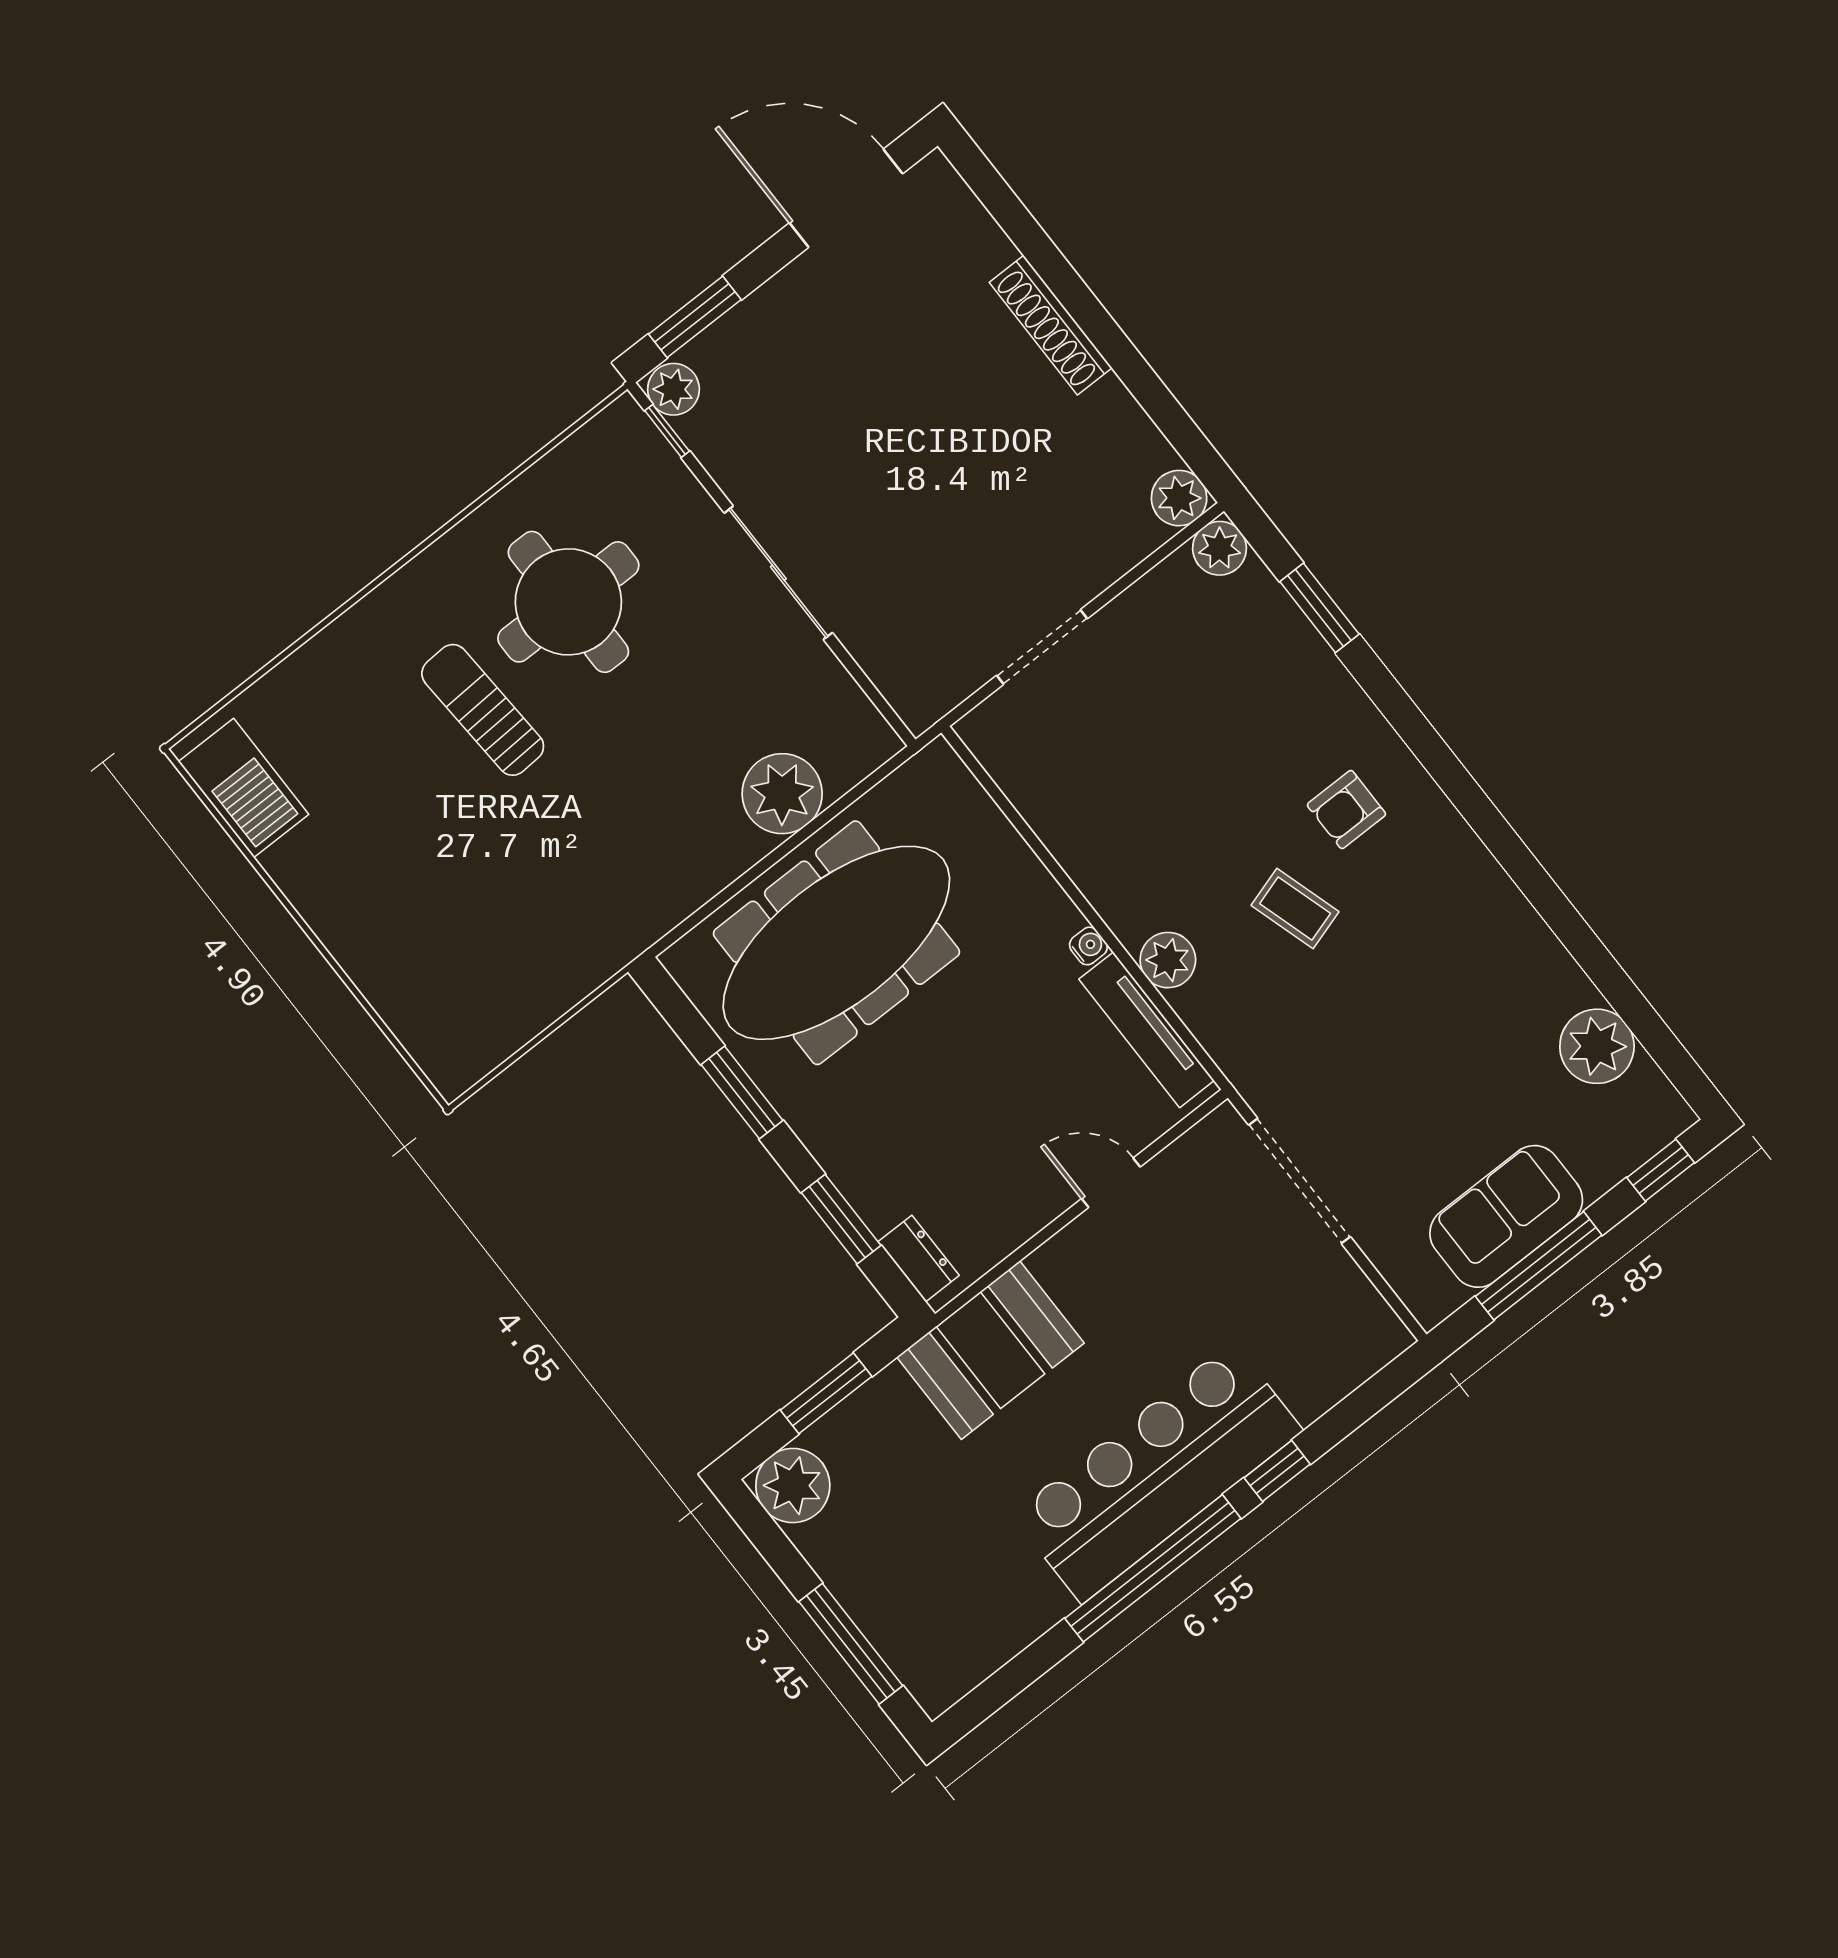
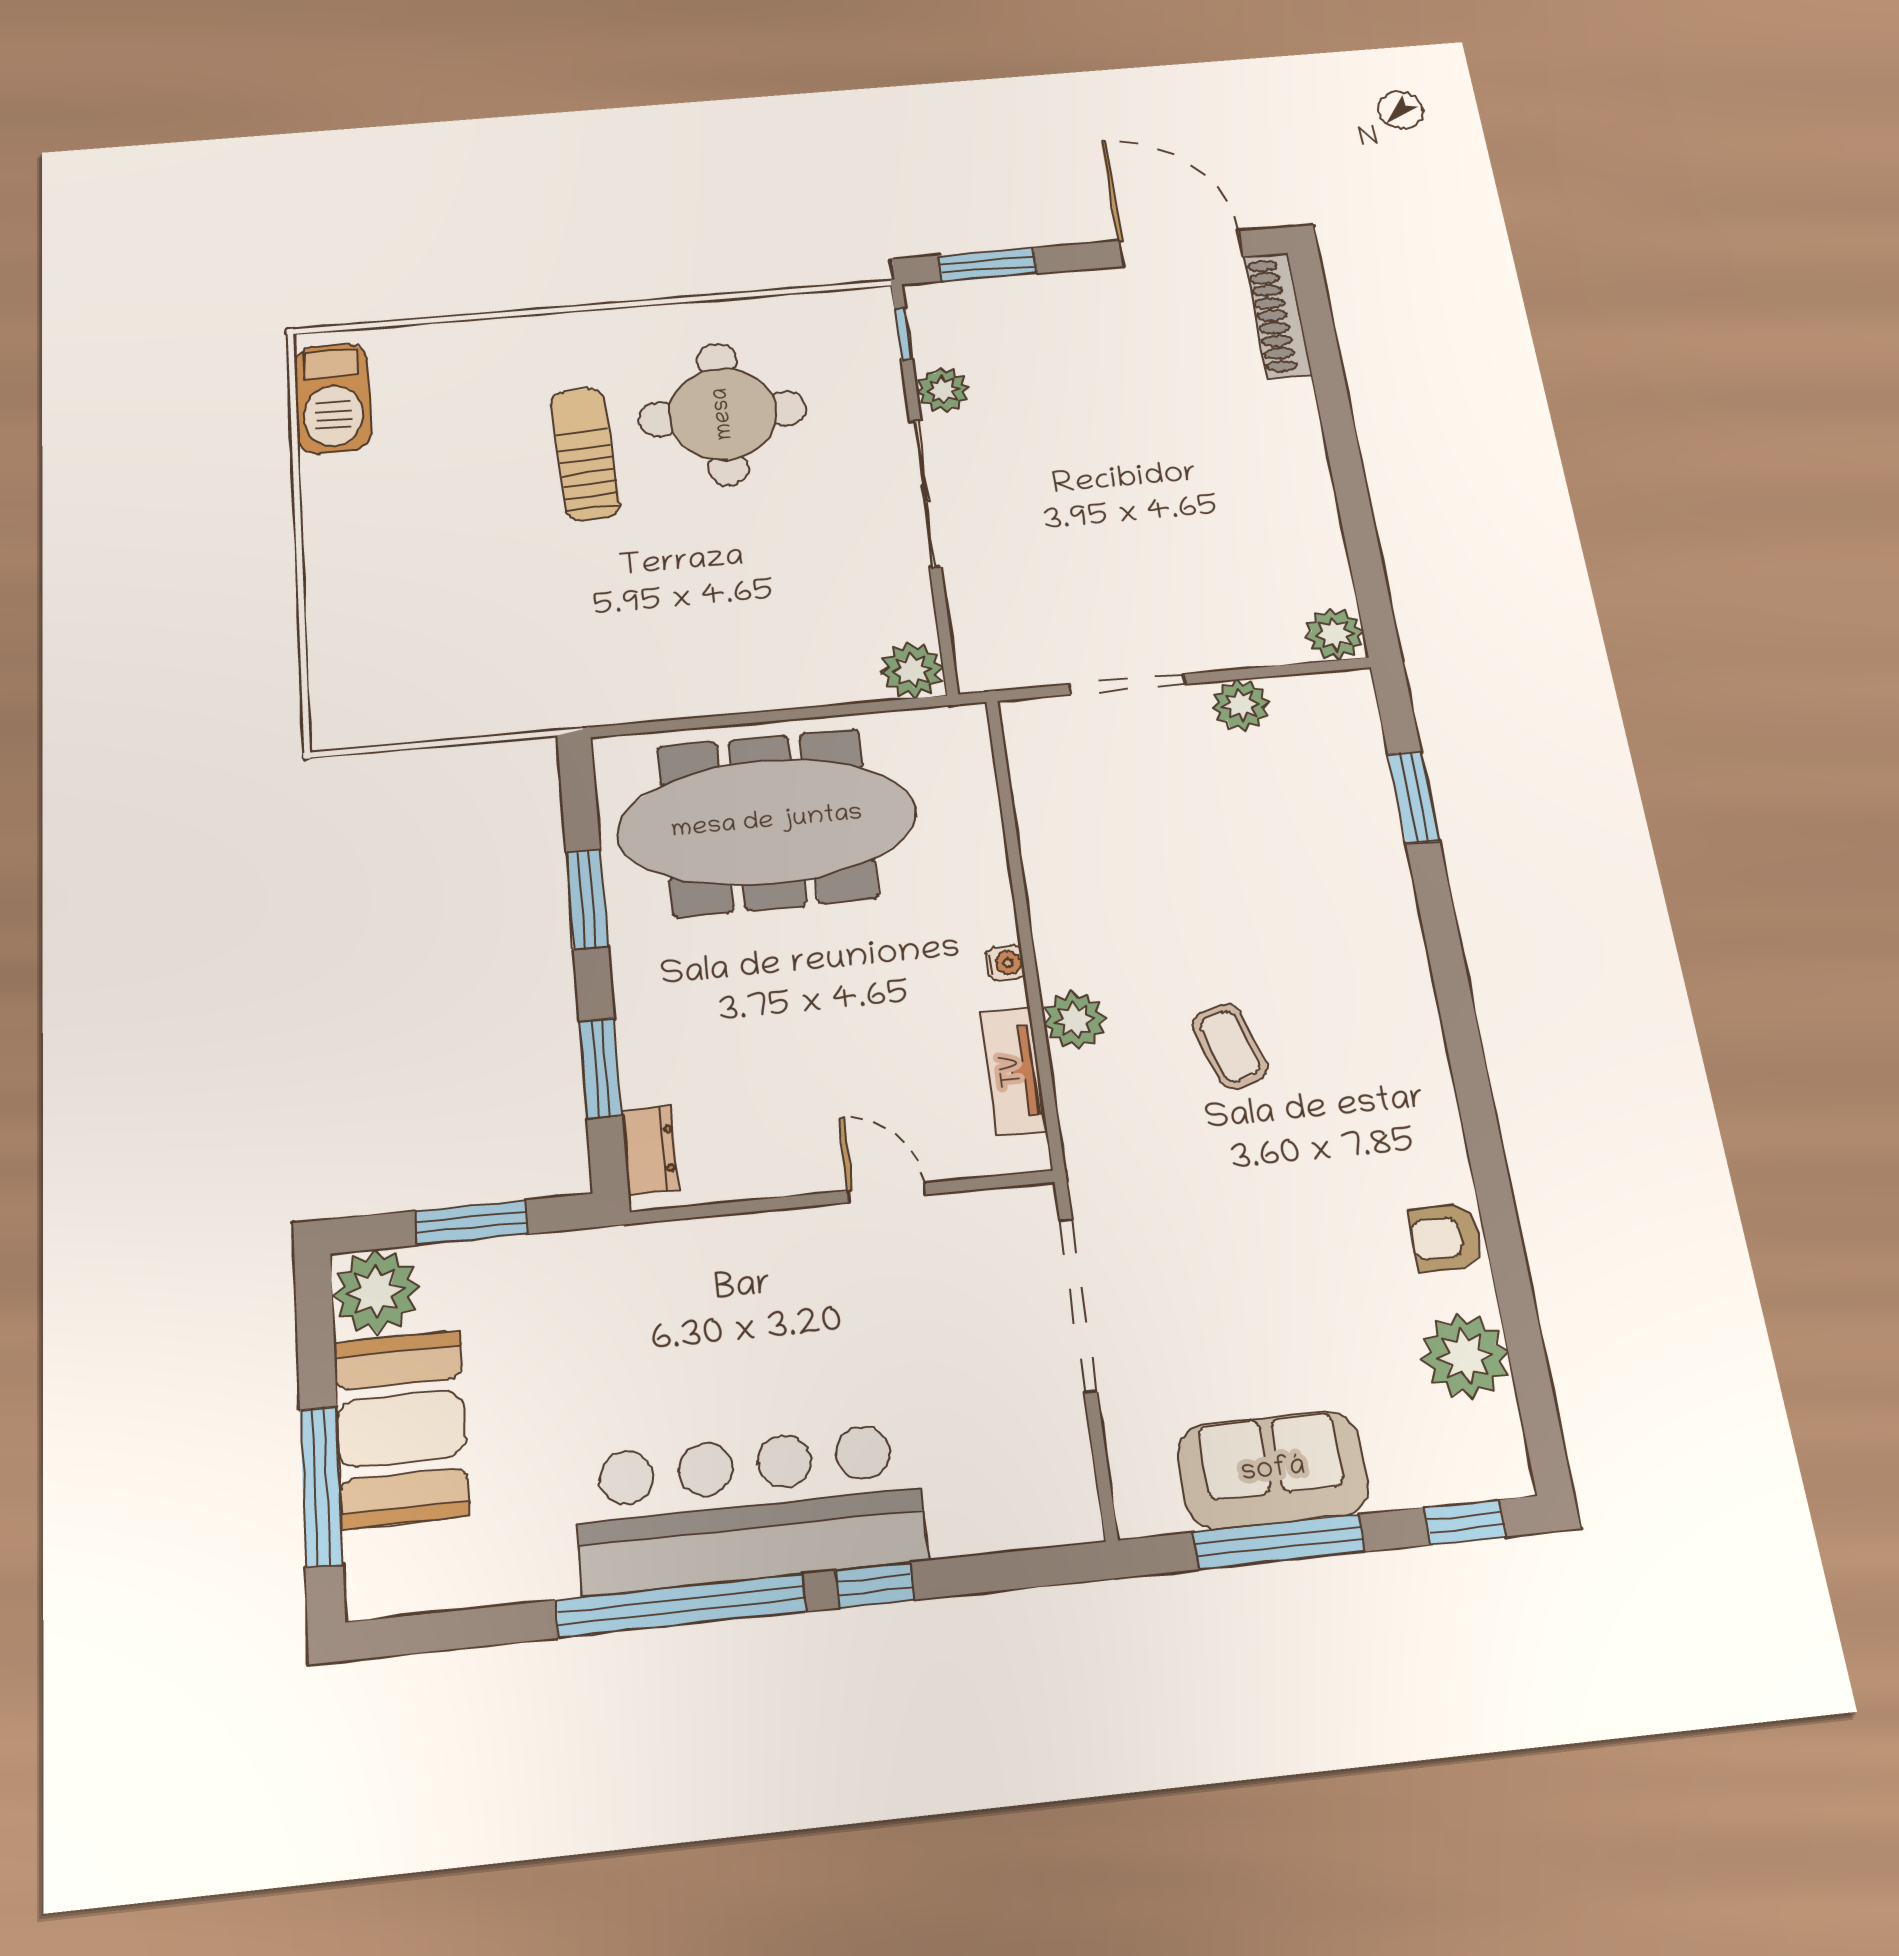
shoe rack: (1051, 325) -> (1278, 315), moved
plant: (673, 389) -> (943, 390), moved
plant: (1220, 548) -> (1241, 705), moved
plant: (782, 794) -> (912, 670), moved, width x0.73, depth x0.73
armchair: (1346, 810) -> (1446, 1238), moved
tv unit: (1147, 1030) -> (1013, 1071), width x0.71
booth: (990, 1350) -> (401, 1429), moved, turned 90

